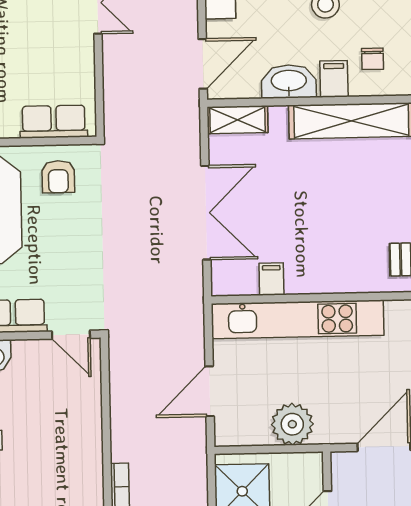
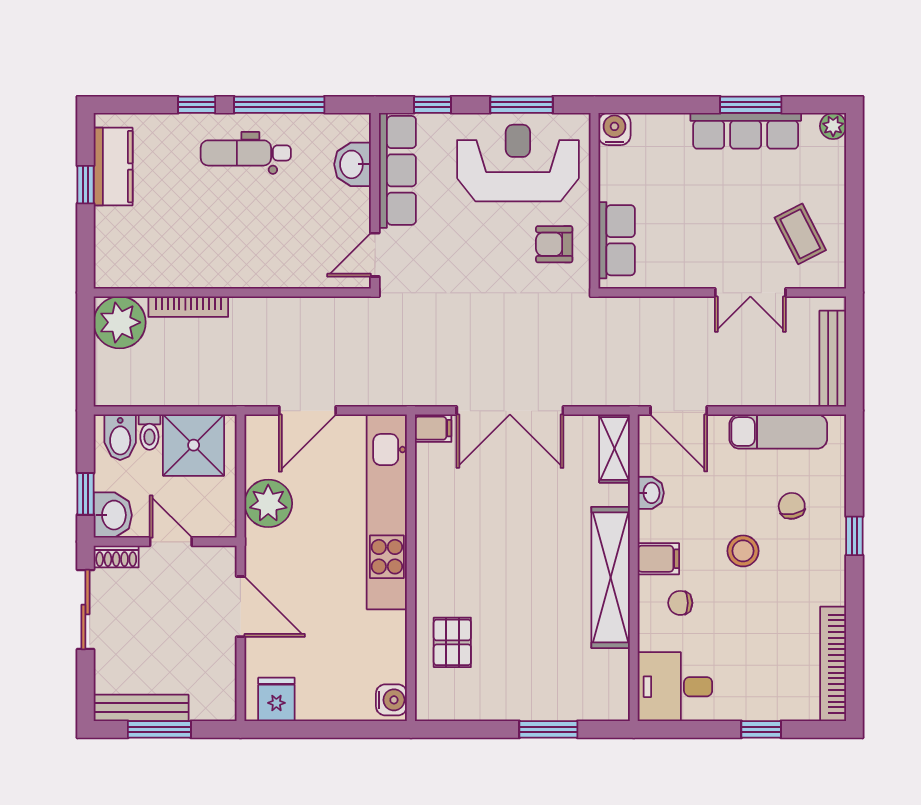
washbasin: (289, 82) -> (651, 493), width x0.52, depth x0.69
filing cabinet: (271, 279) -> (433, 428), moved
door: (210, 391) -> (307, 411), swing flipped

